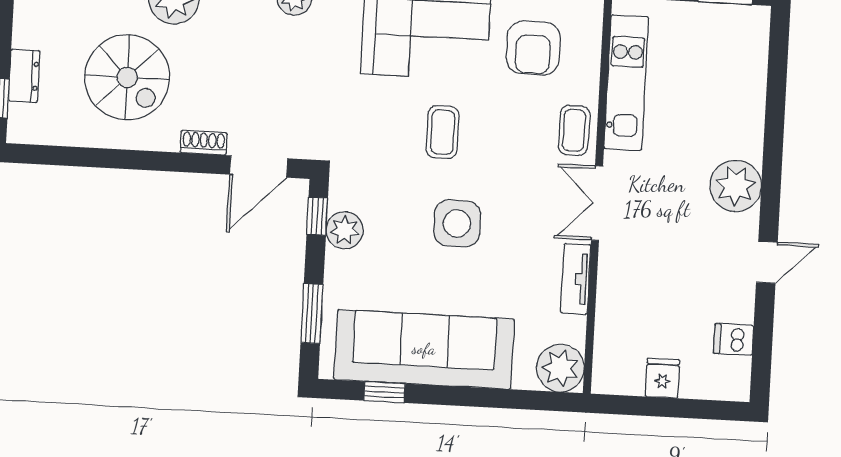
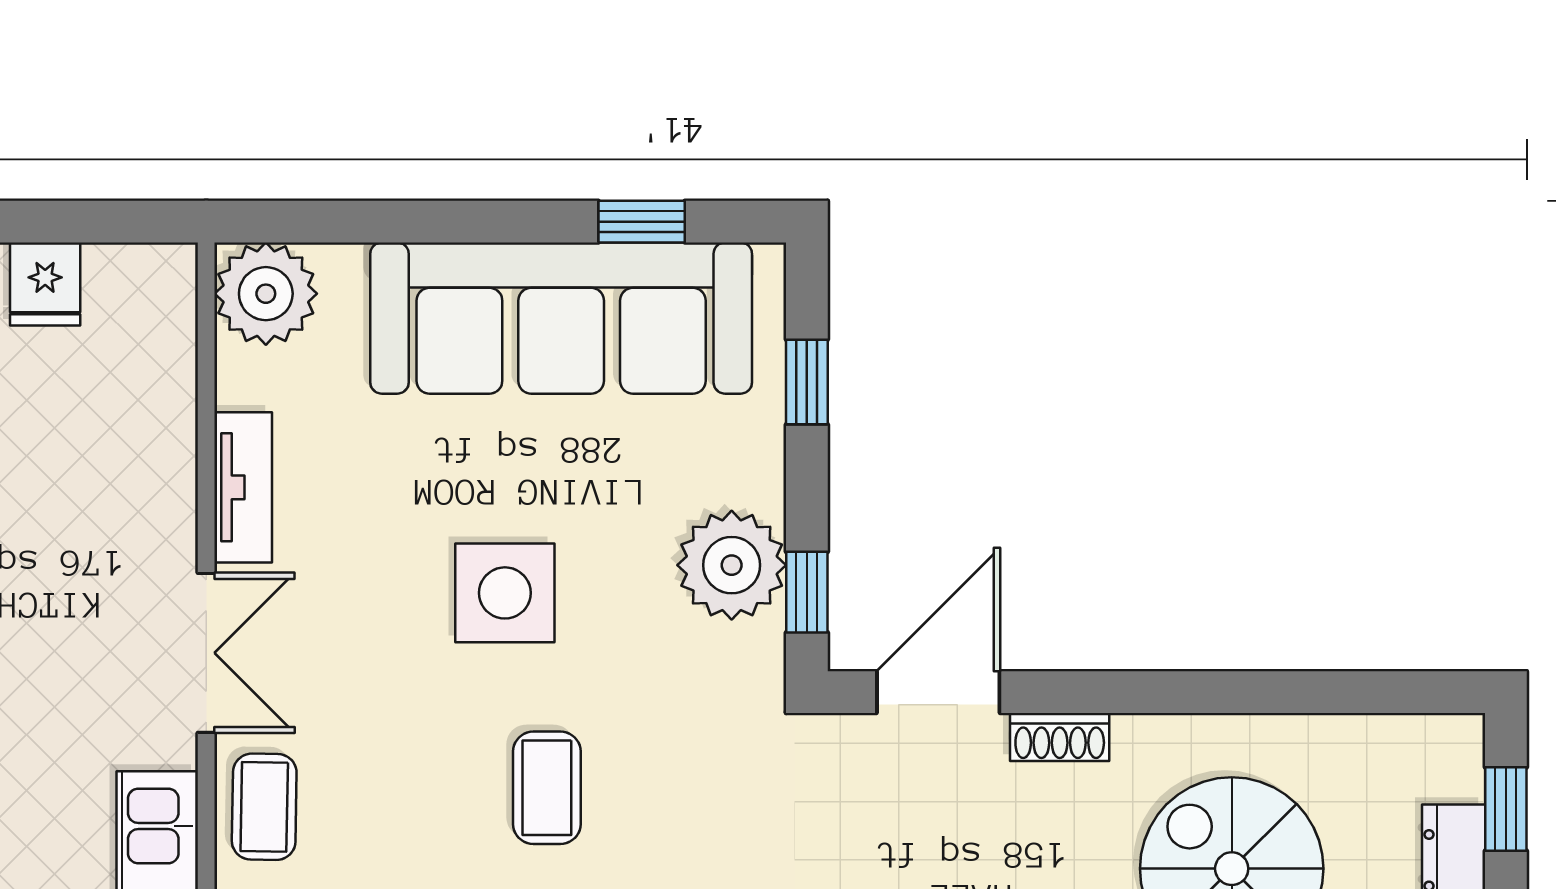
plant: (345, 230) -> (732, 565), width x1.36, depth x1.36
window: (312, 314) -> (807, 382), width x0.67

